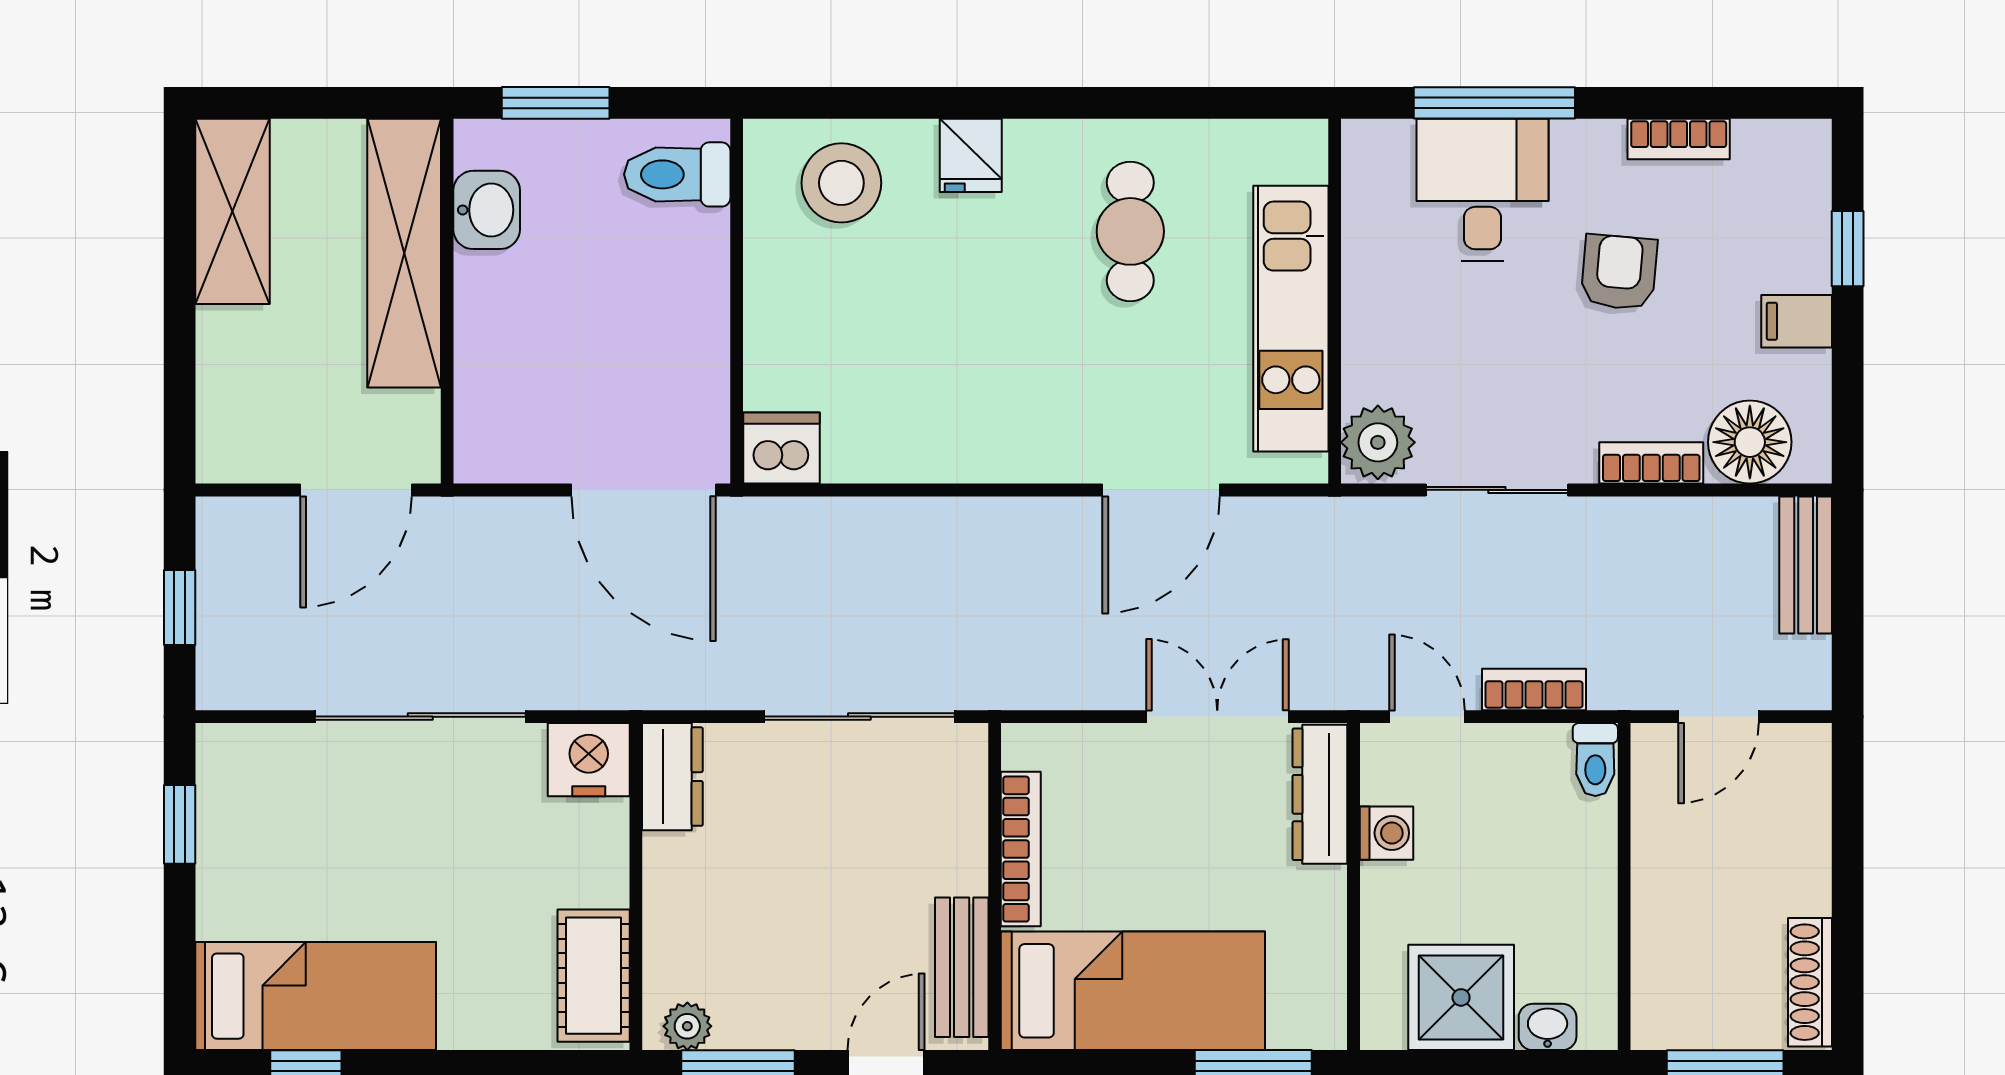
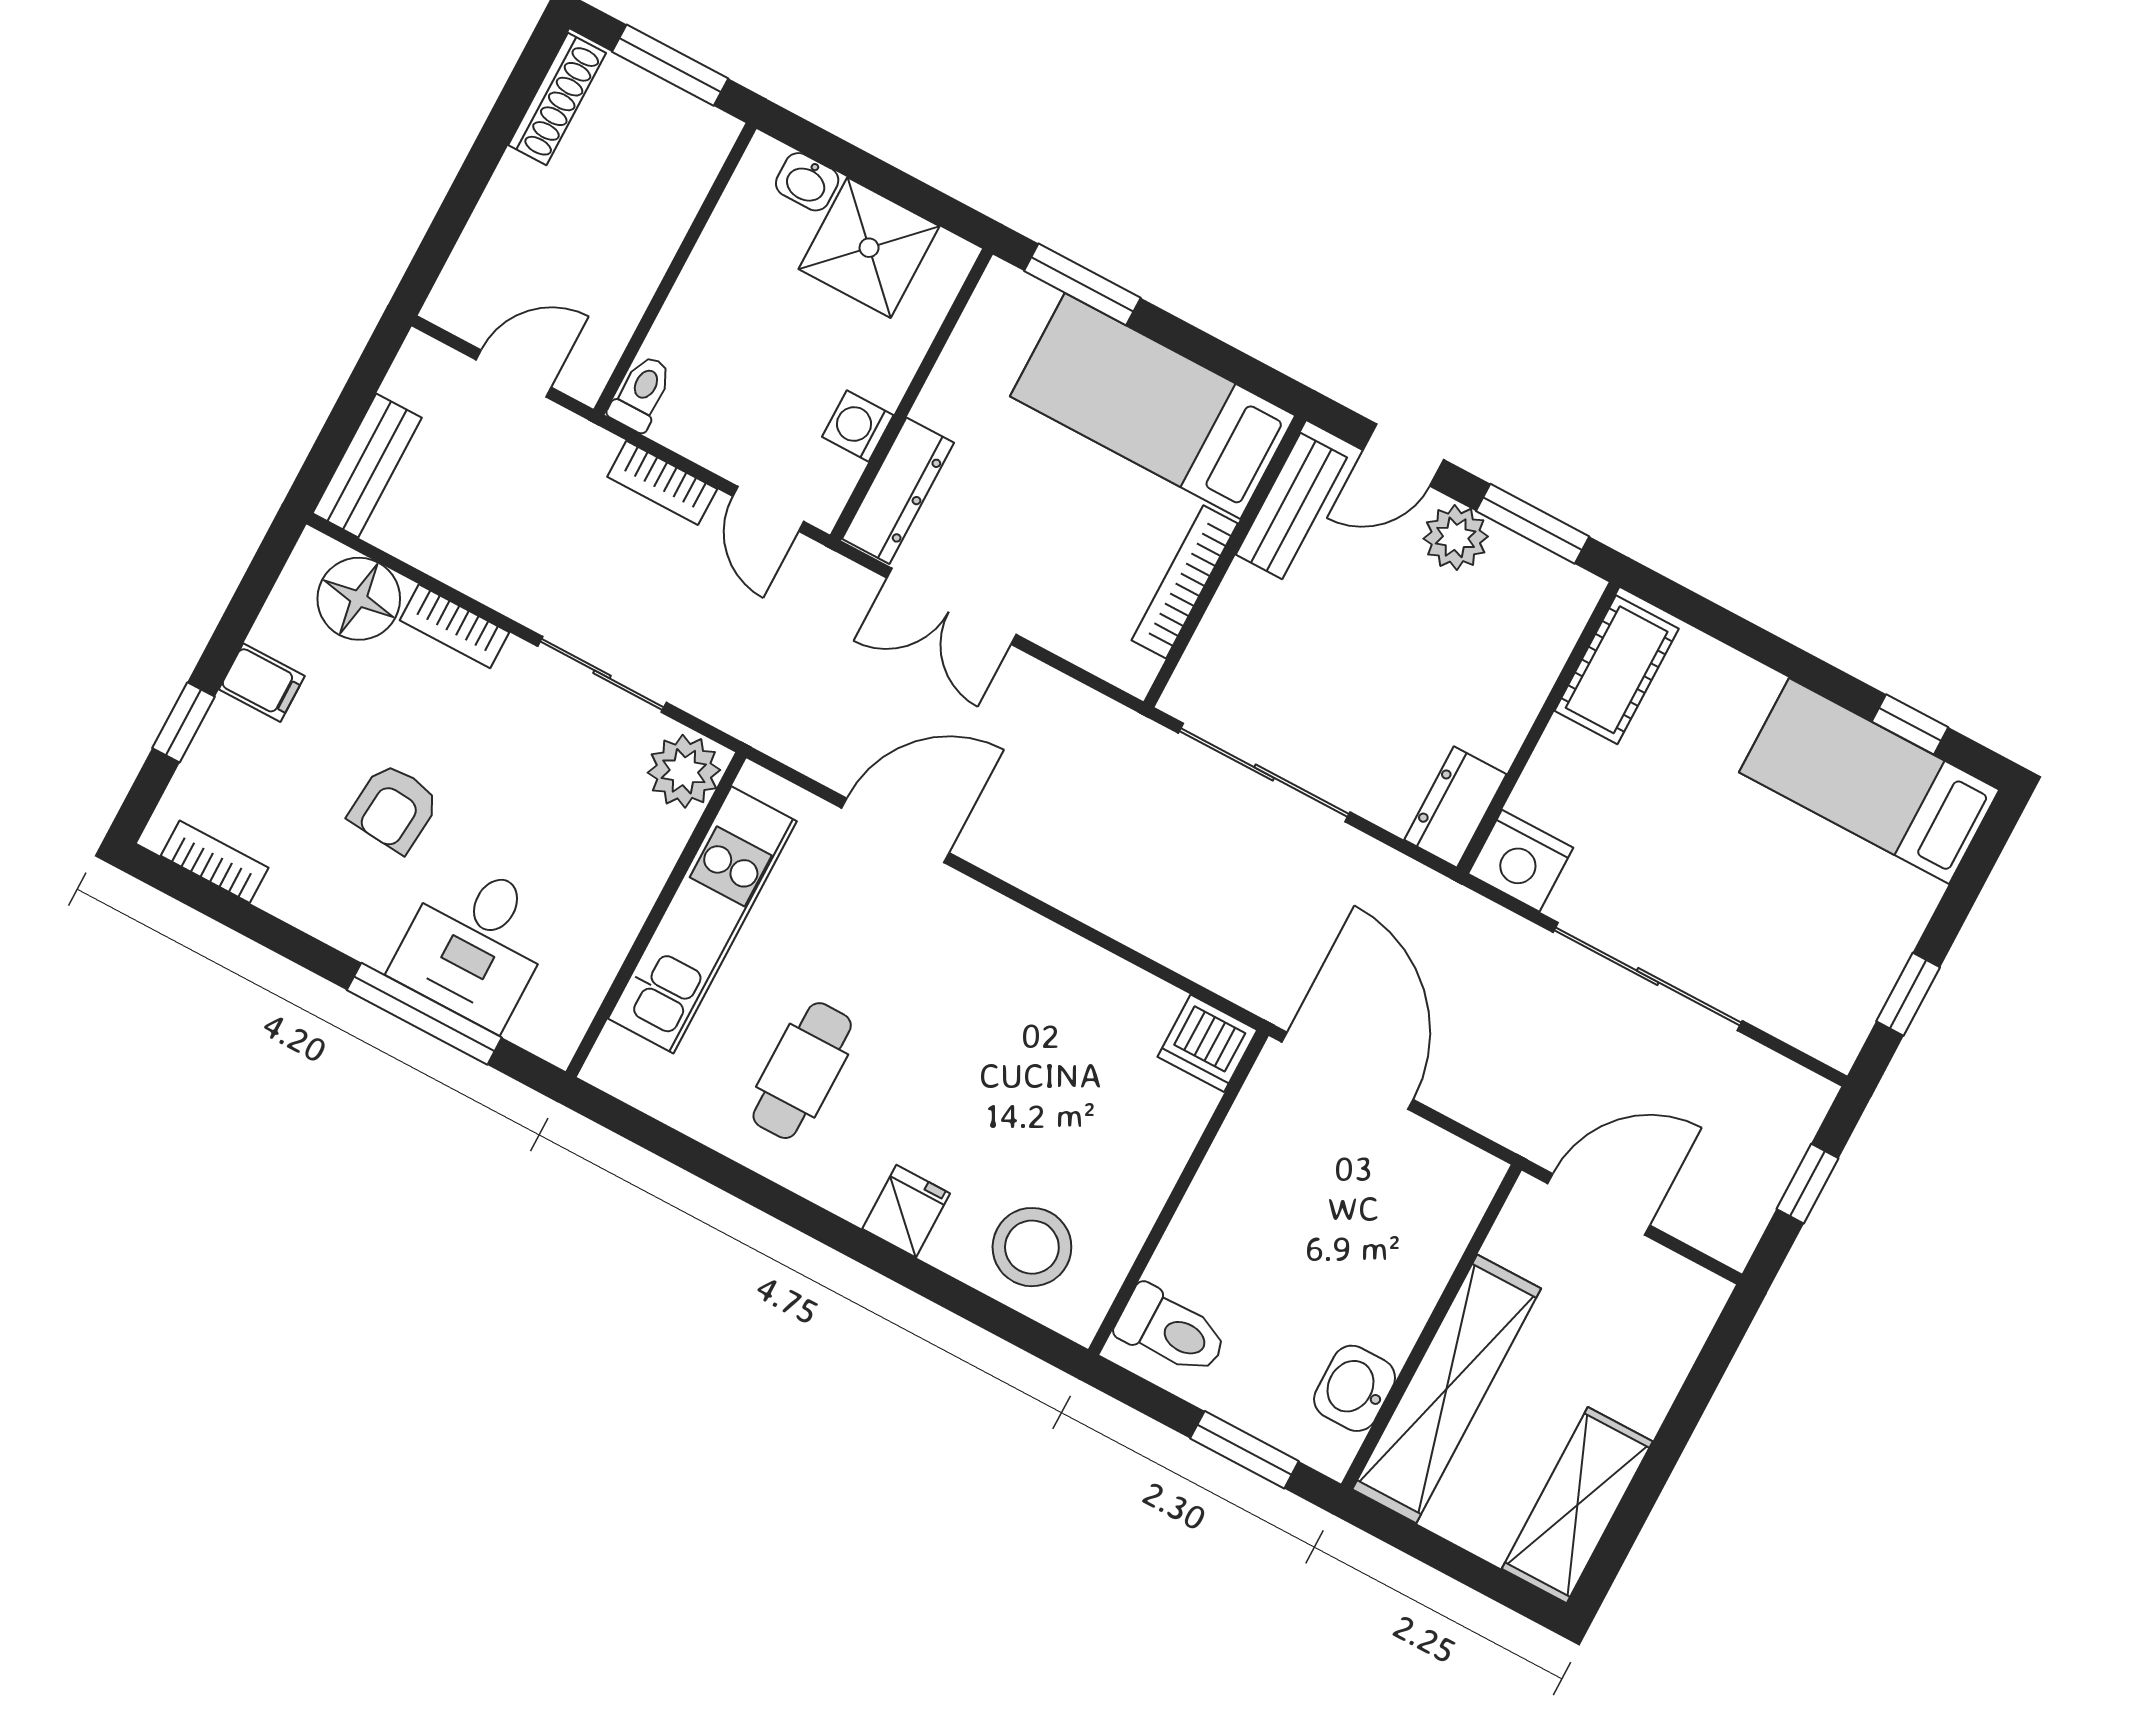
bookcase: (1679, 139) -> (215, 862), moved
plant: (687, 1026) -> (1456, 537), moved, width x1.38, depth x1.38

